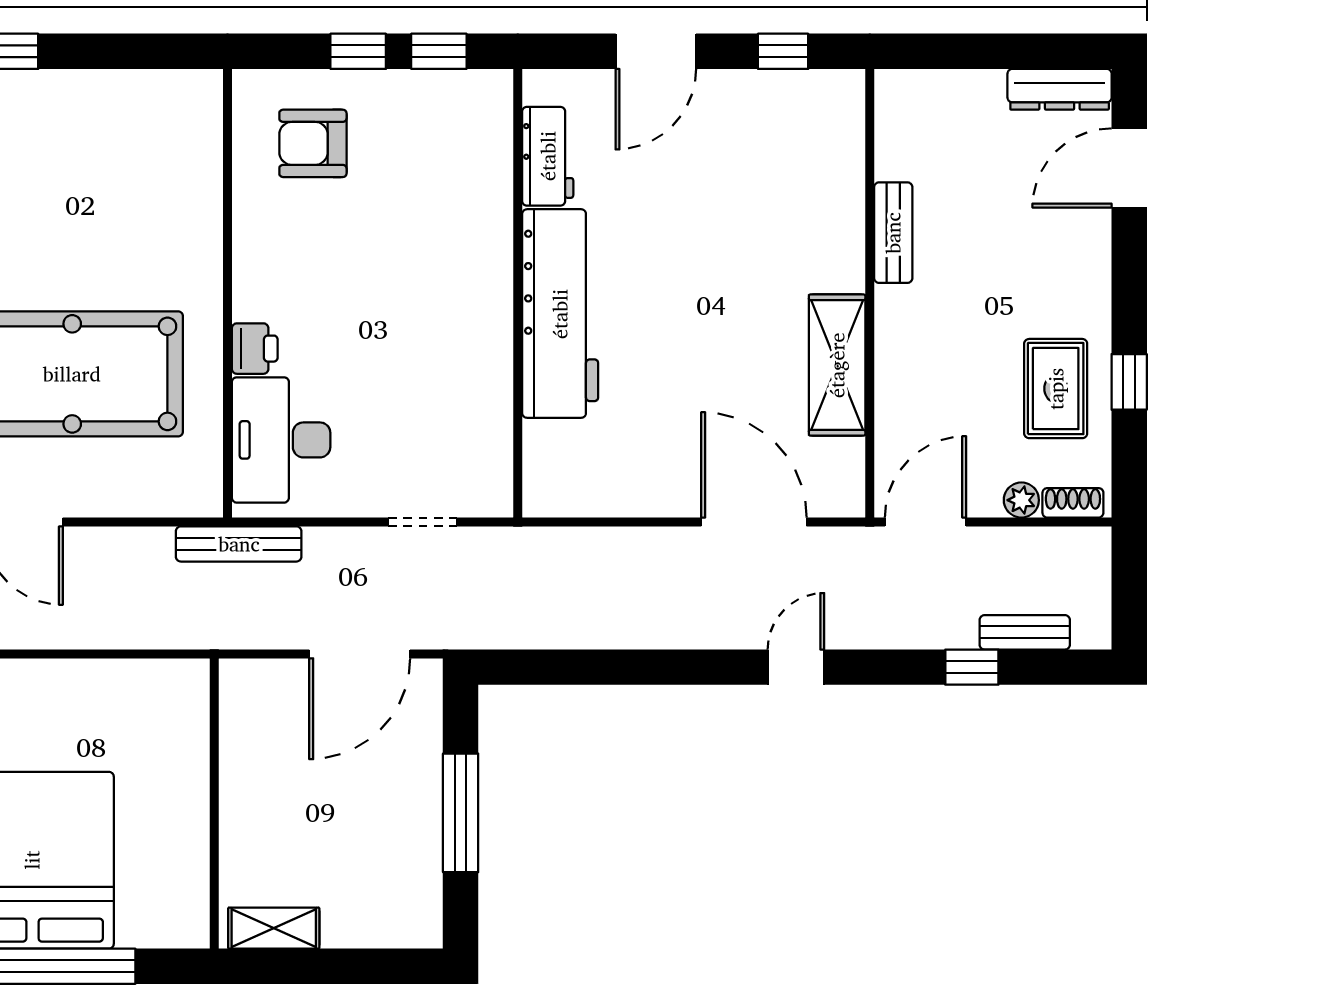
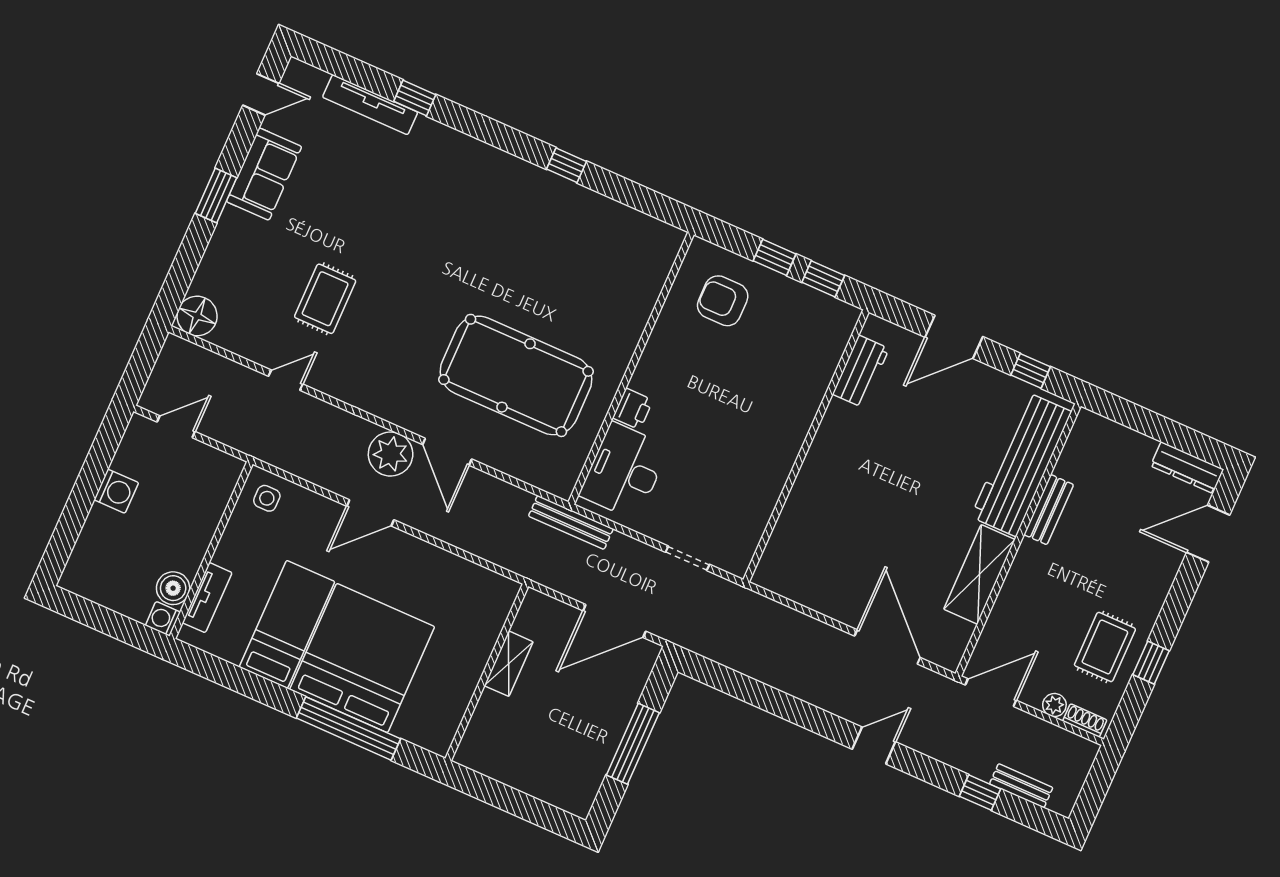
workbench: (560, 314) -> (1021, 464), moved, turned 180
shelving: (274, 928) -> (509, 664), moved, turned 90

